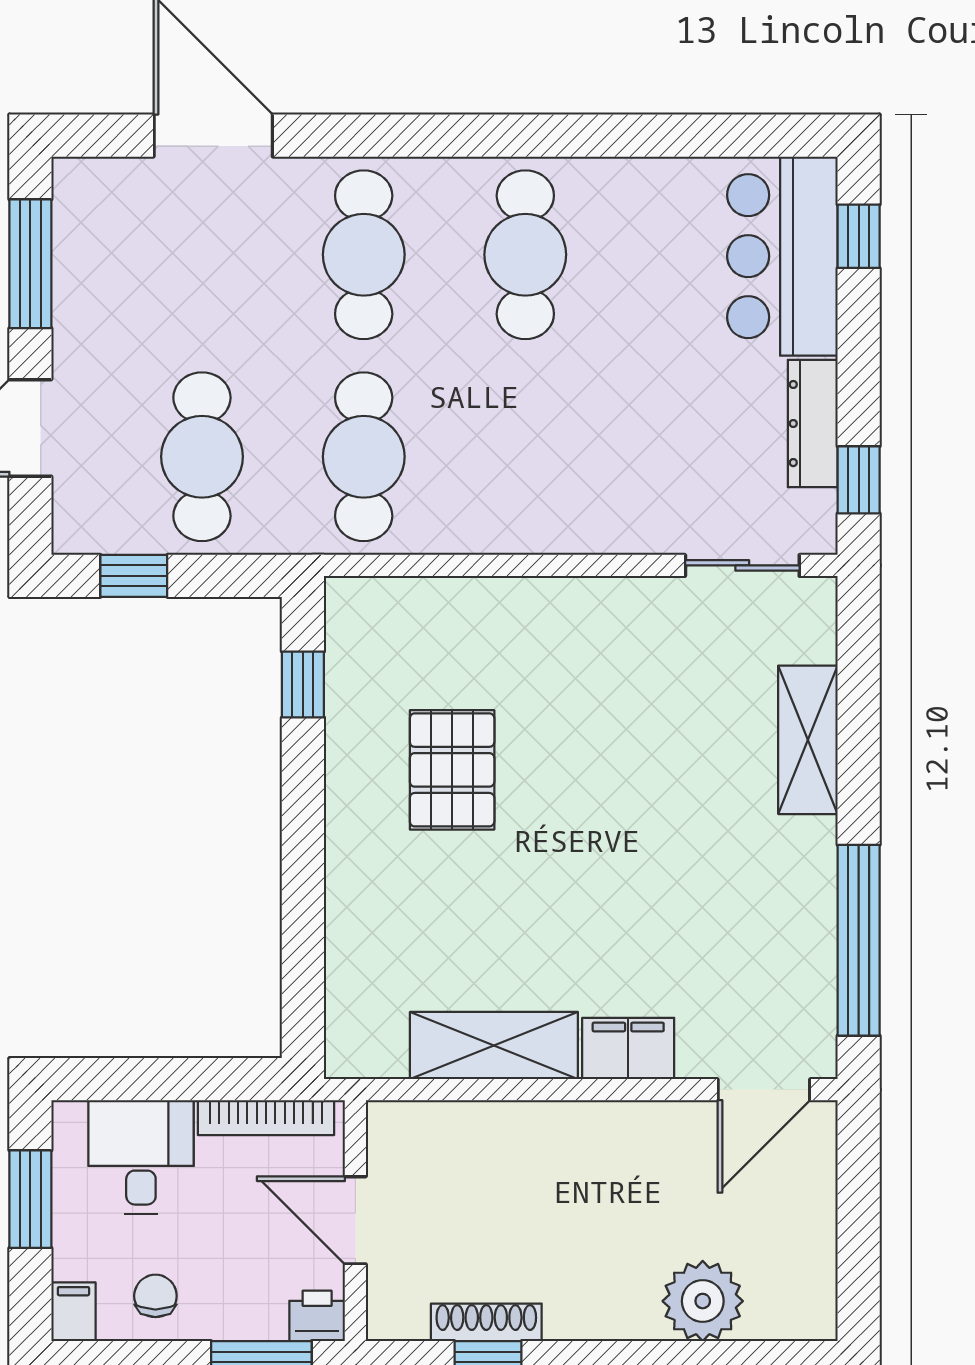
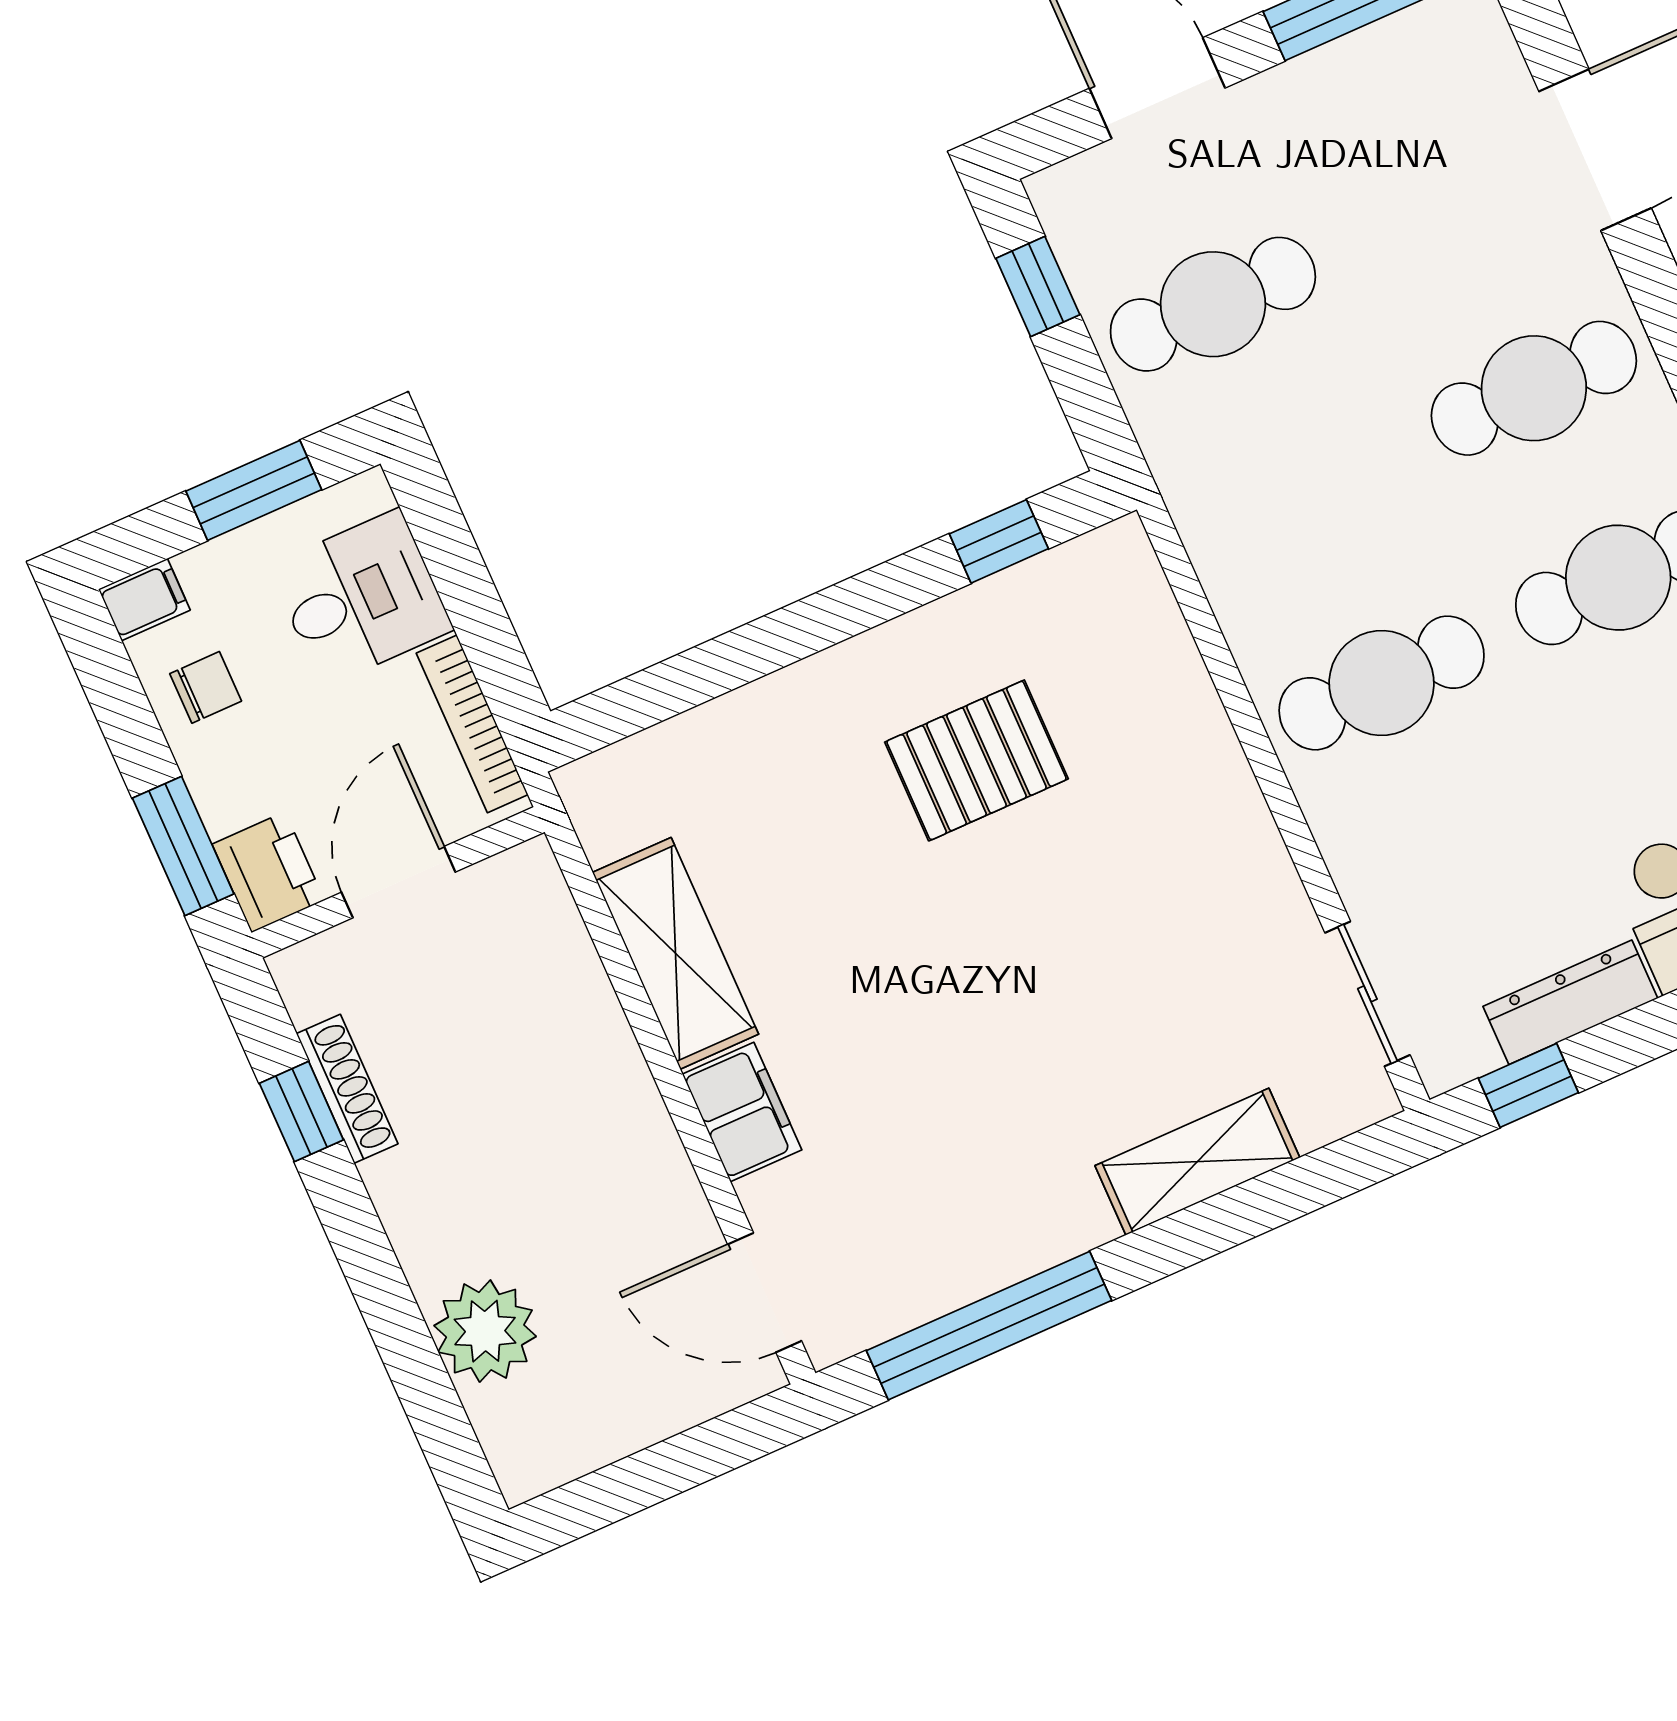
cafe table: (364, 457) -> (1382, 683), moved
printer: (317, 1316) -> (268, 872), width x1.36, depth x1.24

